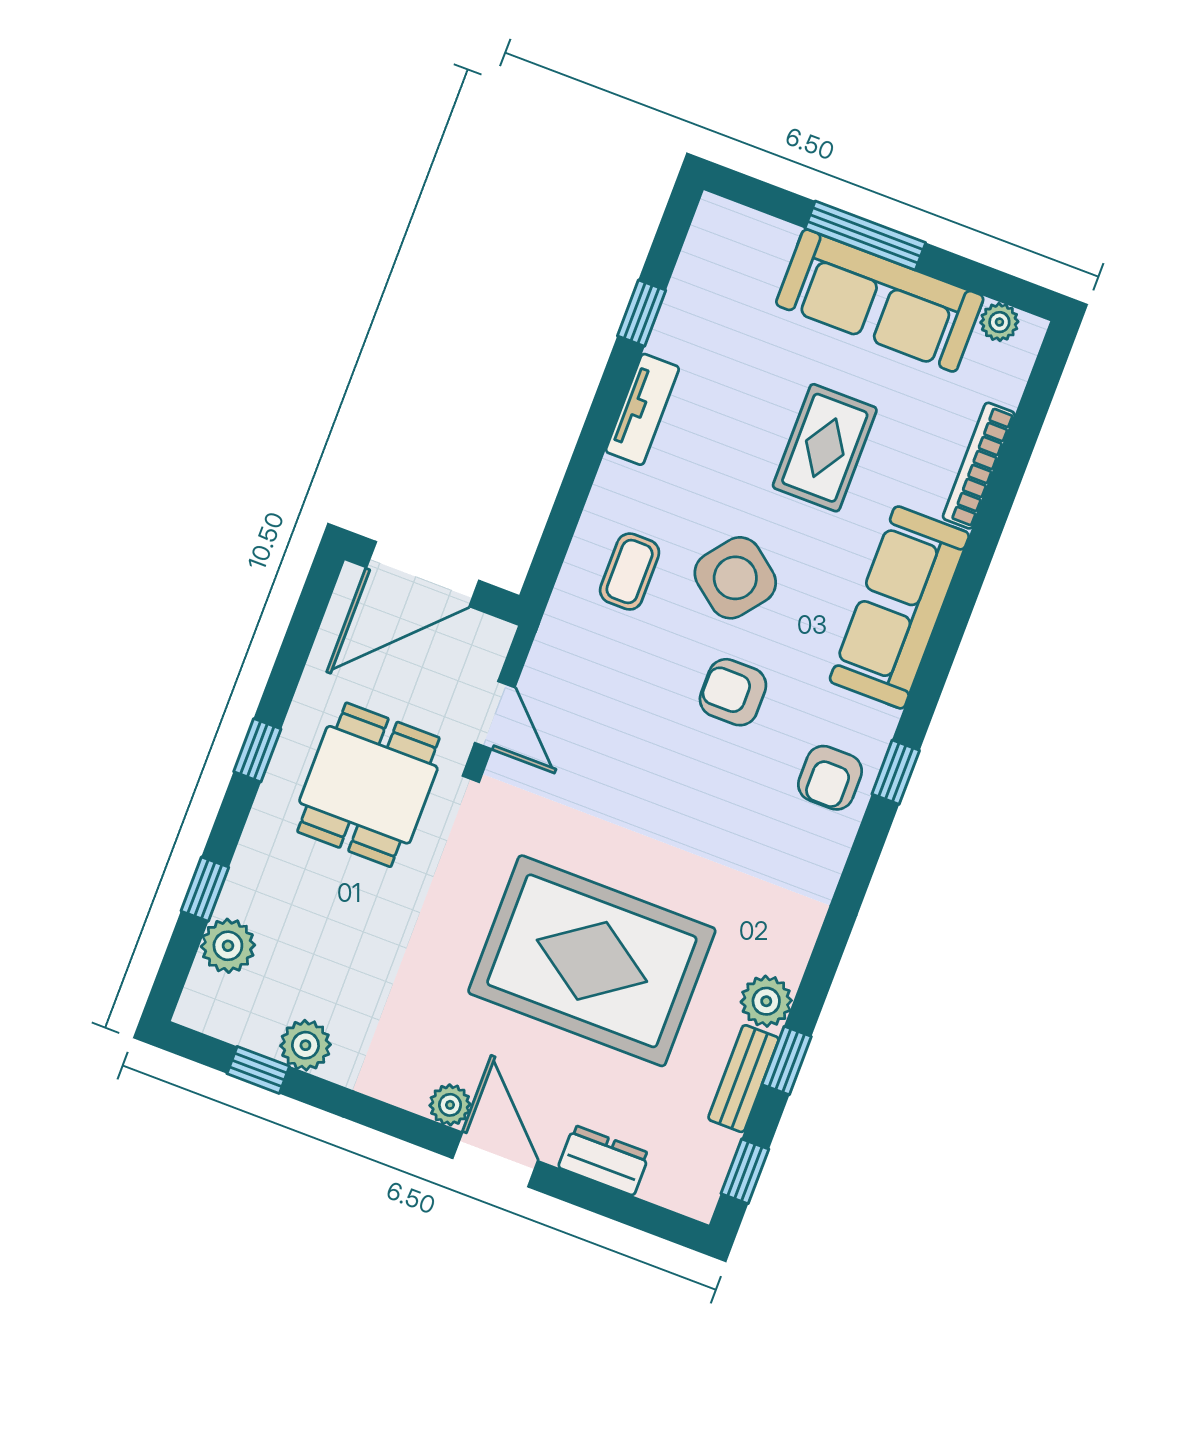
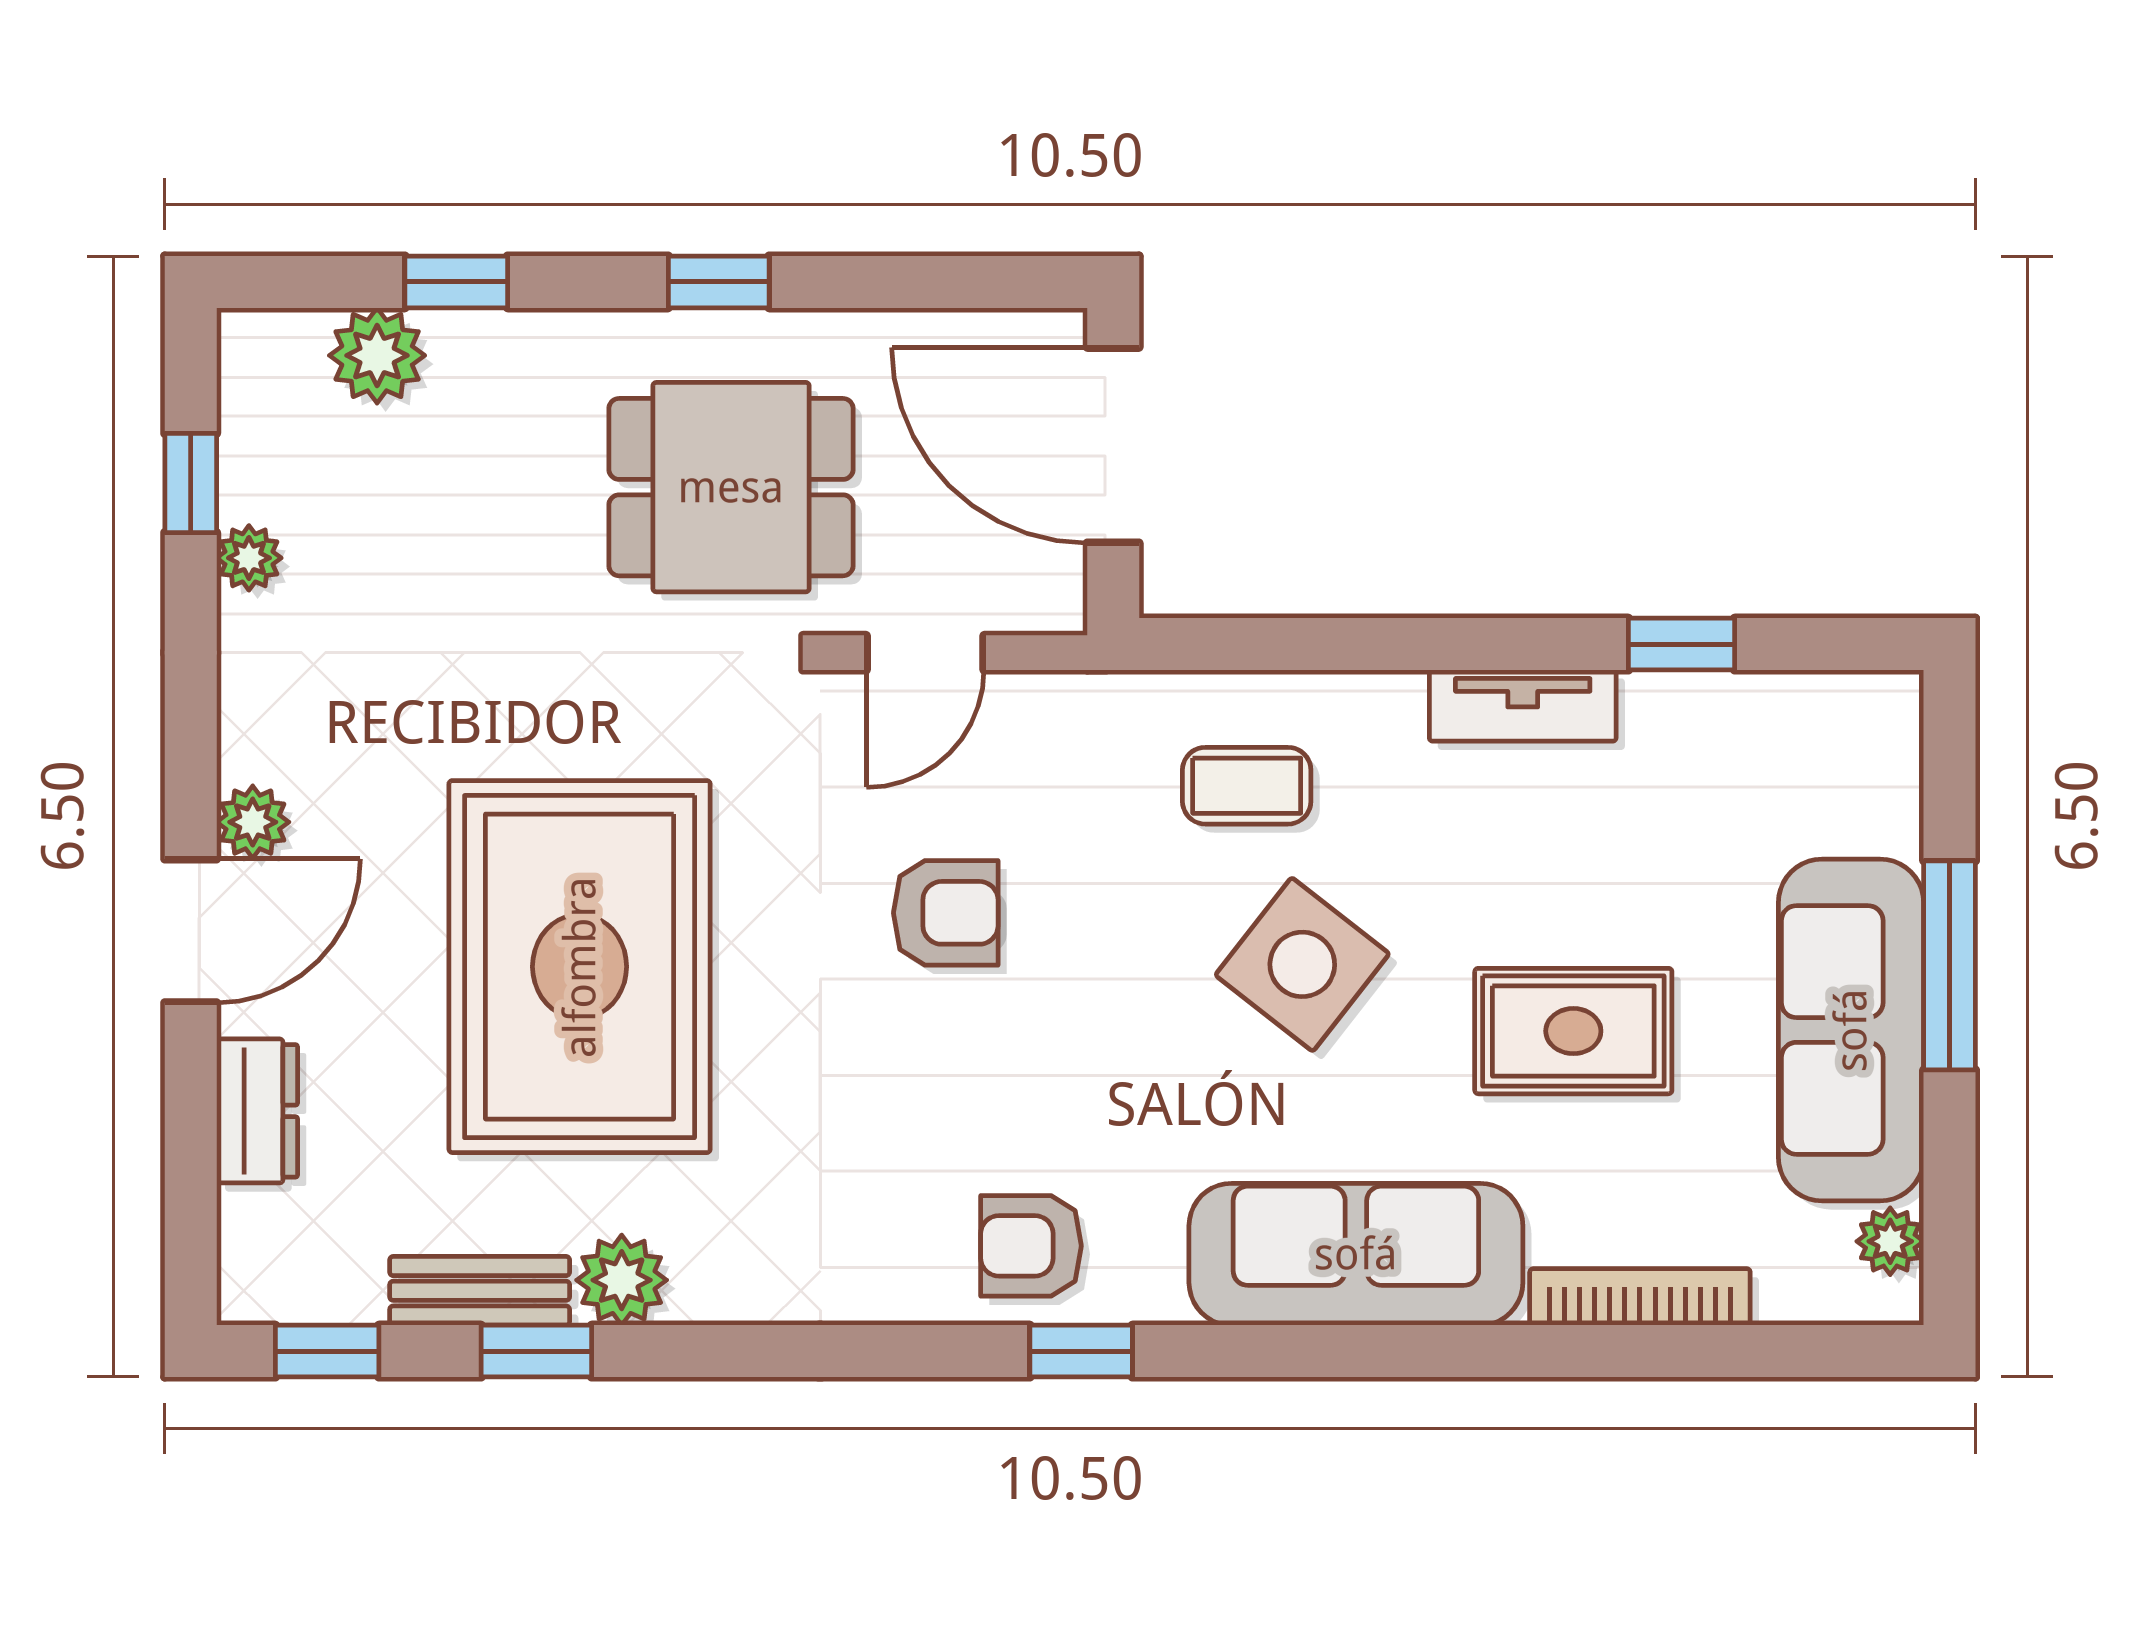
armchair: (733, 692) -> (946, 913), moved, turned 90
plant: (305, 1045) -> (249, 558), width x0.73, depth x0.73

